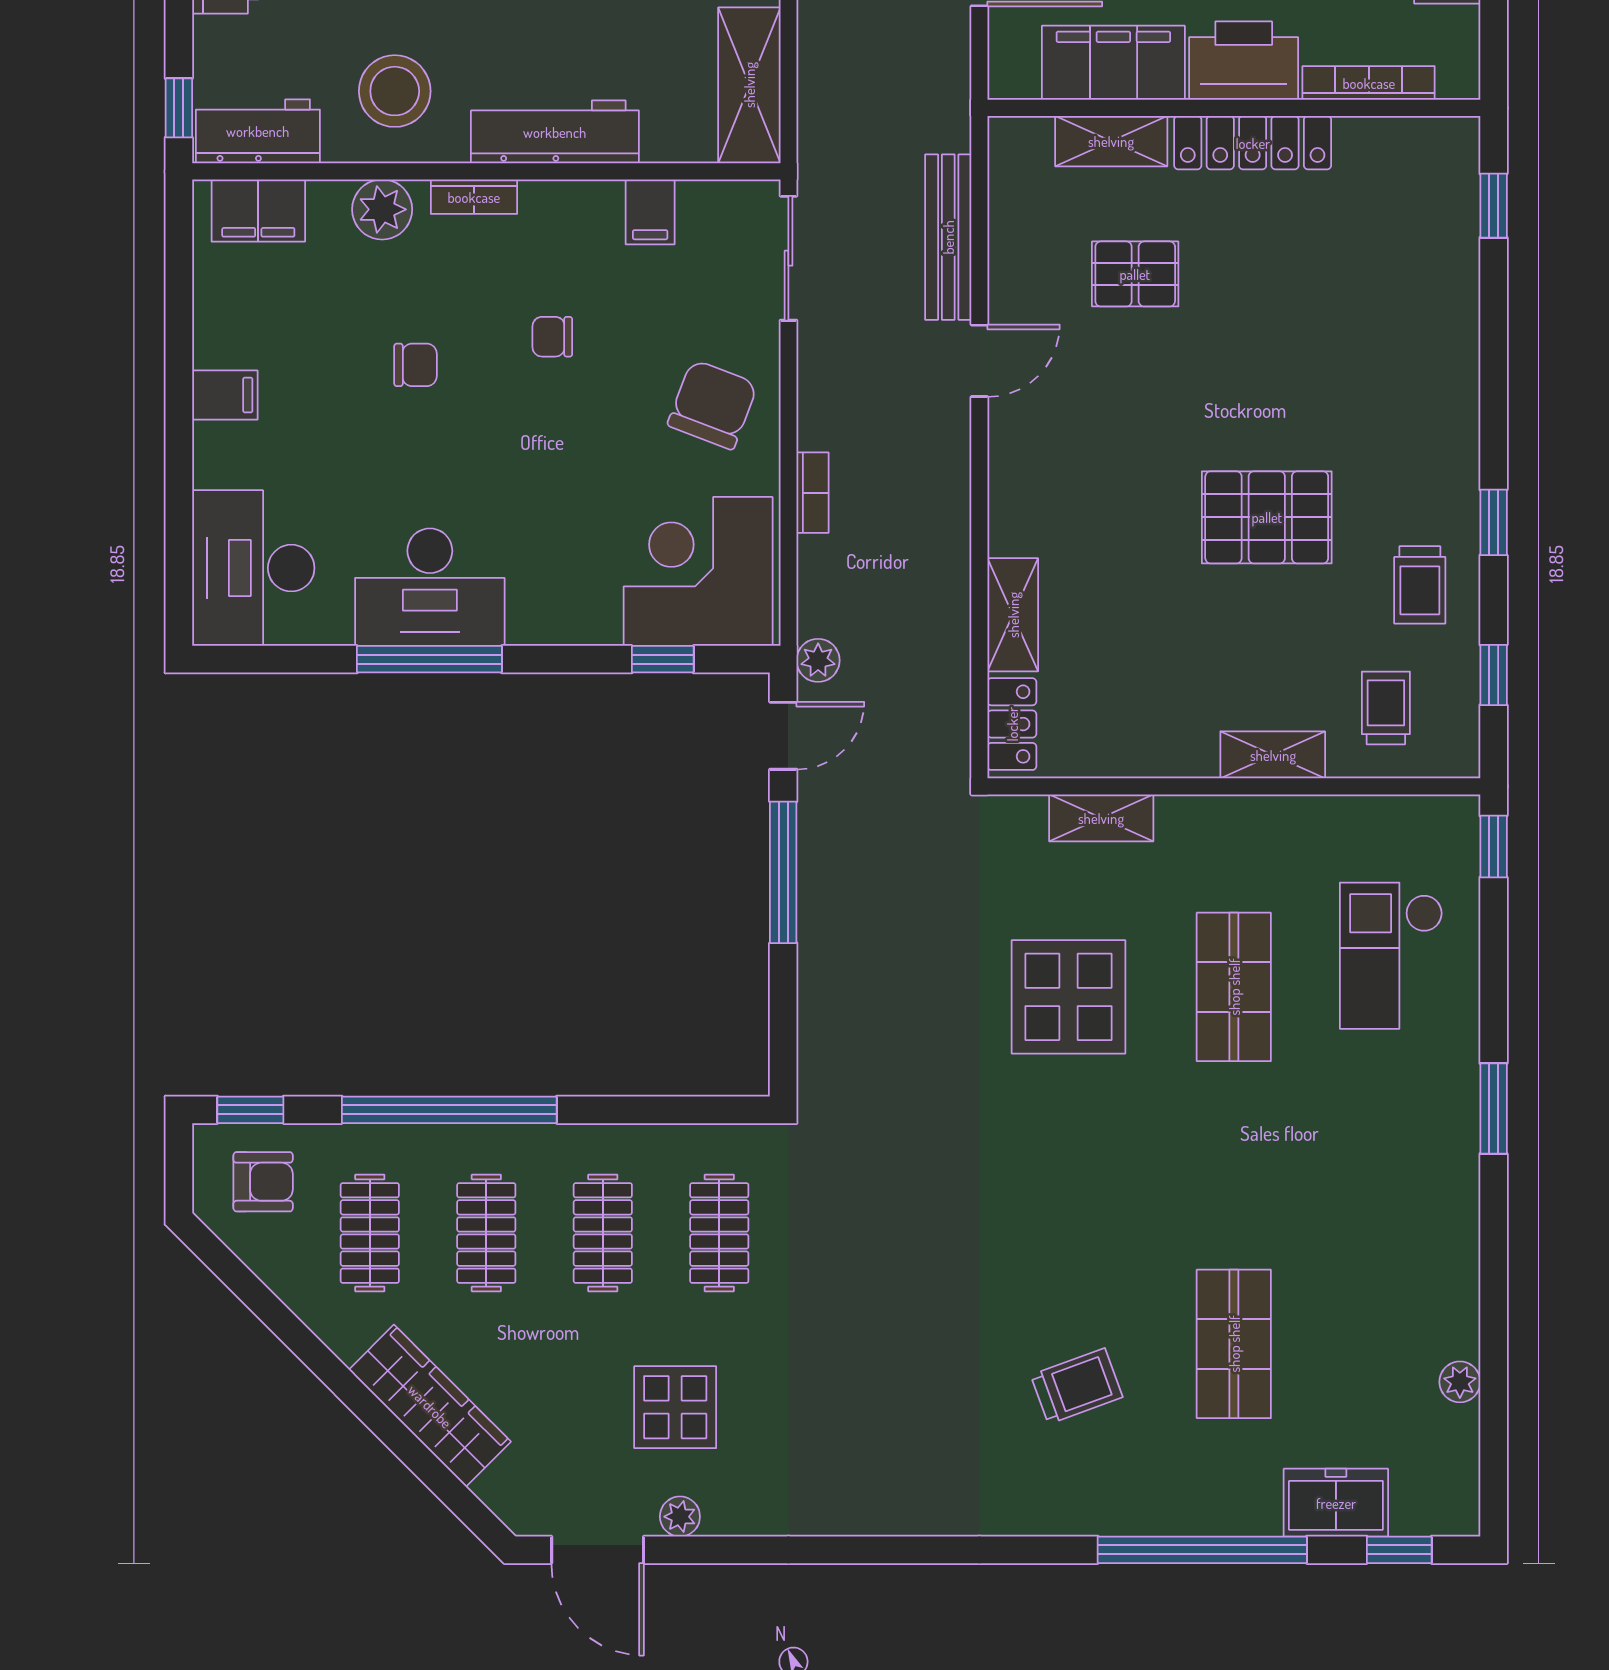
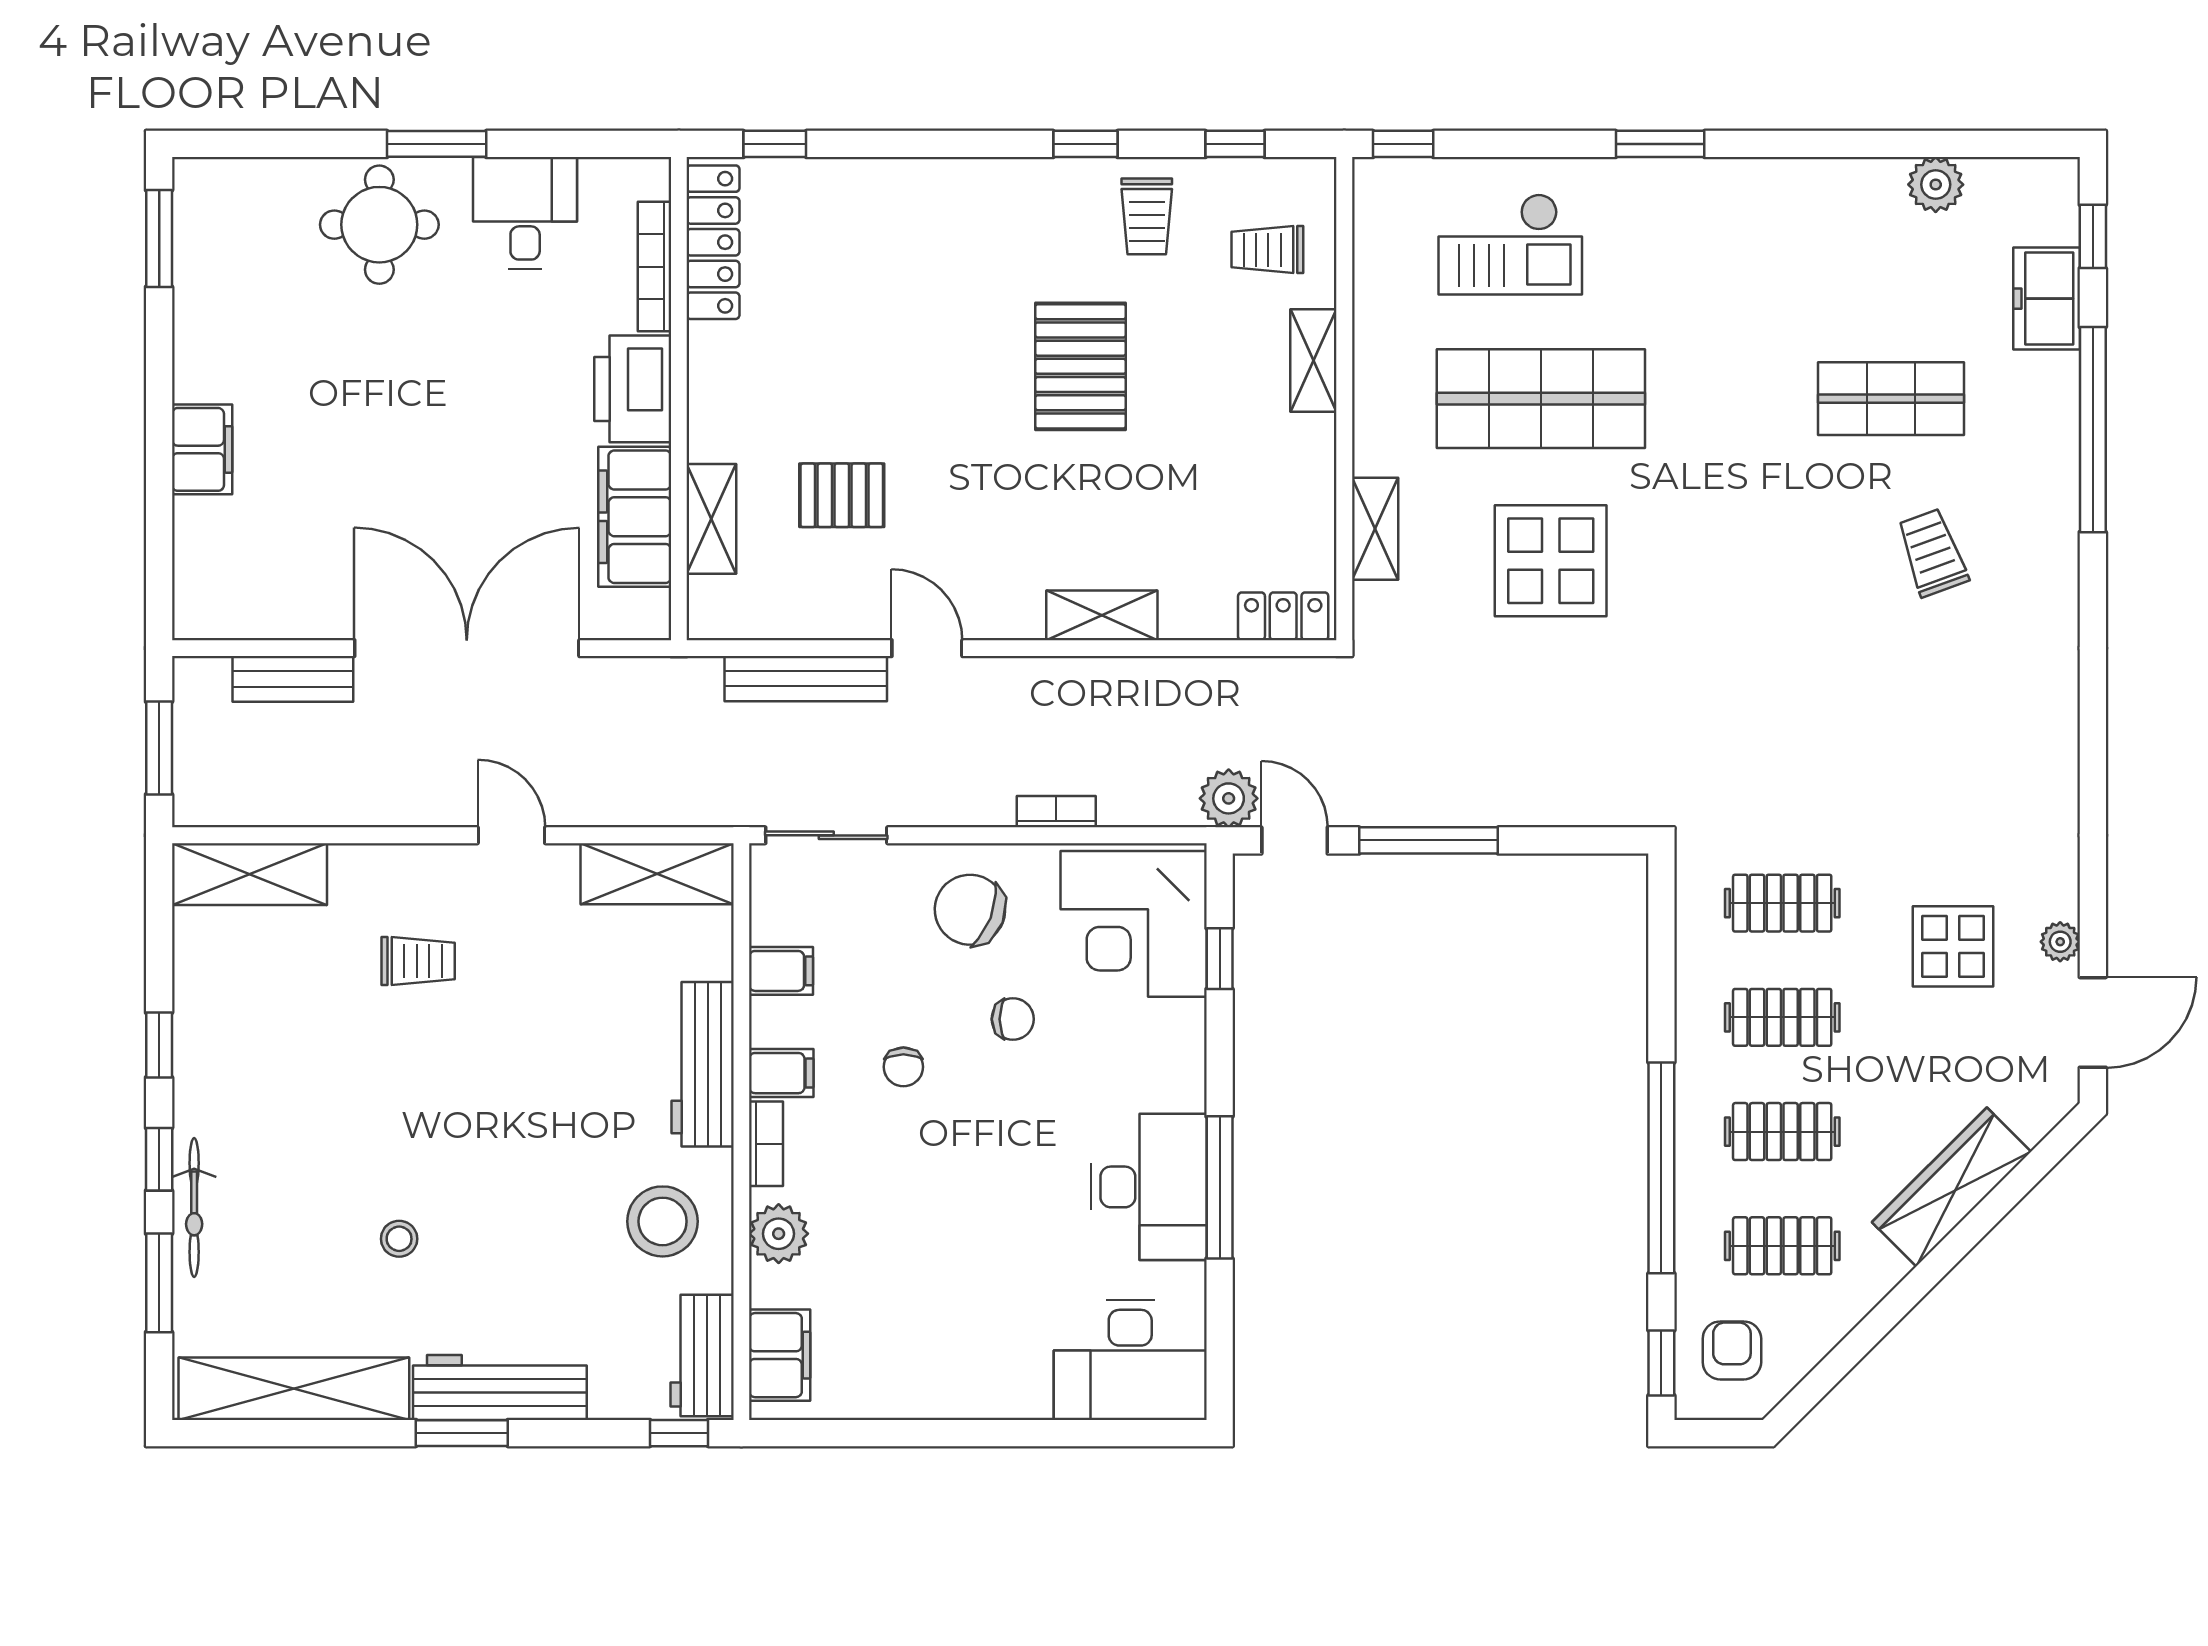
locker: (1253, 143) -> (713, 242), moved
pallet: (1135, 274) -> (842, 495), turned 90
chair: (416, 365) -> (1013, 1019), moved, turned 90
filing cabinet: (225, 395) -> (781, 1073), moved, turned 90
trolley: (1420, 585) -> (1147, 216), turned 90
shelving: (1013, 615) -> (1102, 615), moved
plant: (818, 660) -> (1229, 798), width x1.38, depth x1.38
shop shelf: (1234, 987) -> (1541, 399), width x1.43, depth x1.36
plant: (1460, 1382) -> (1936, 185), width x1.38, depth x1.38

